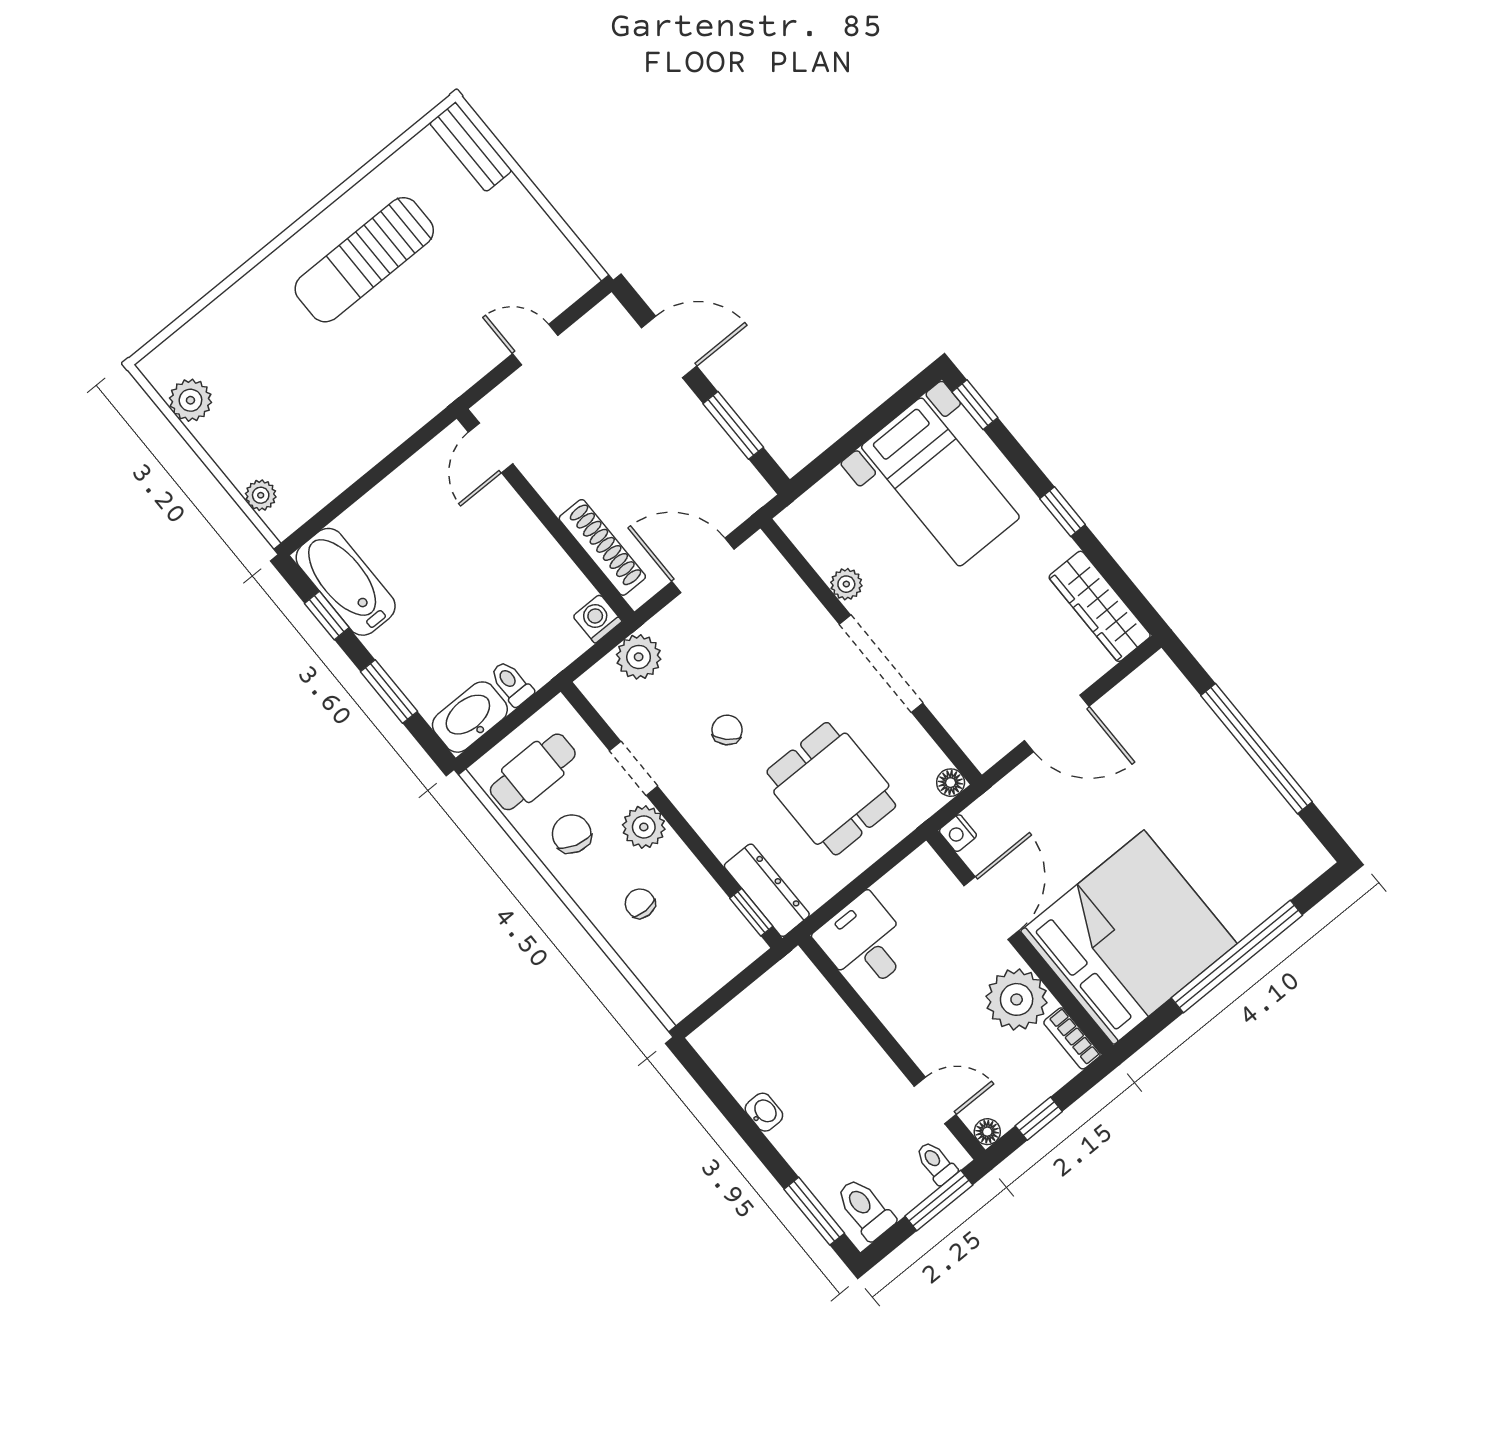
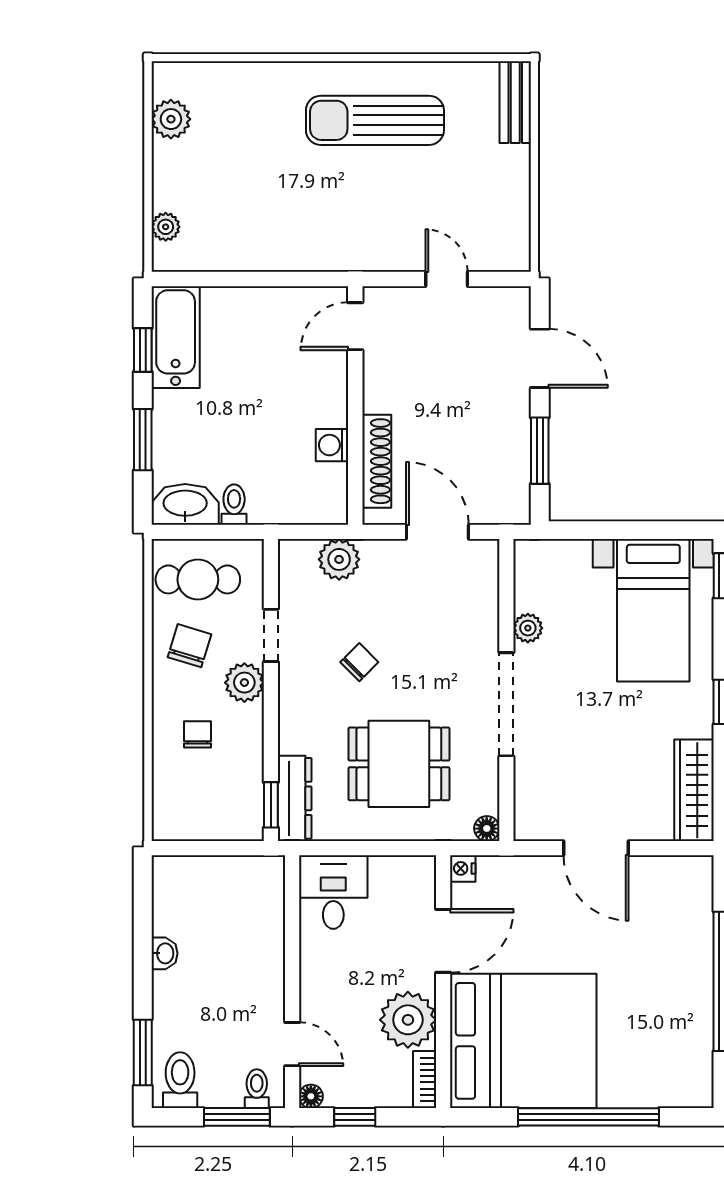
washing machine: (597, 619) -> (332, 445), moved, turned -90
dining table: (831, 789) -> (399, 764), turned 90

